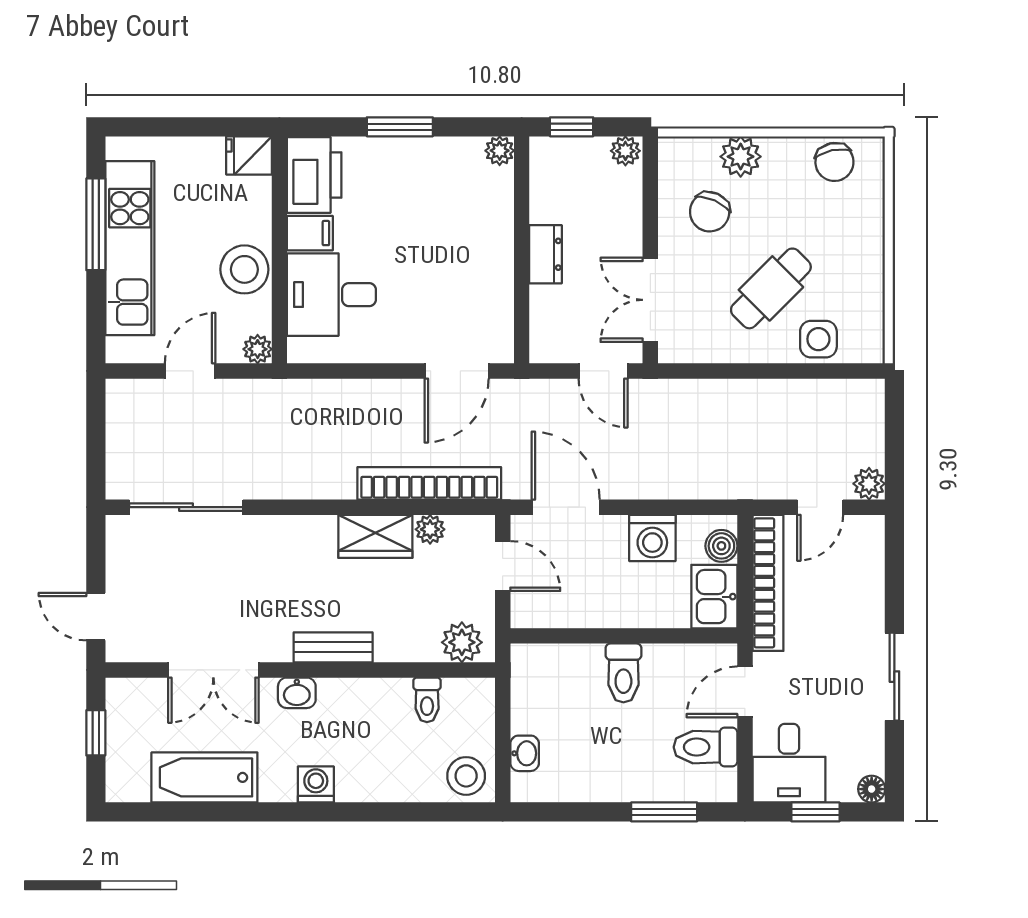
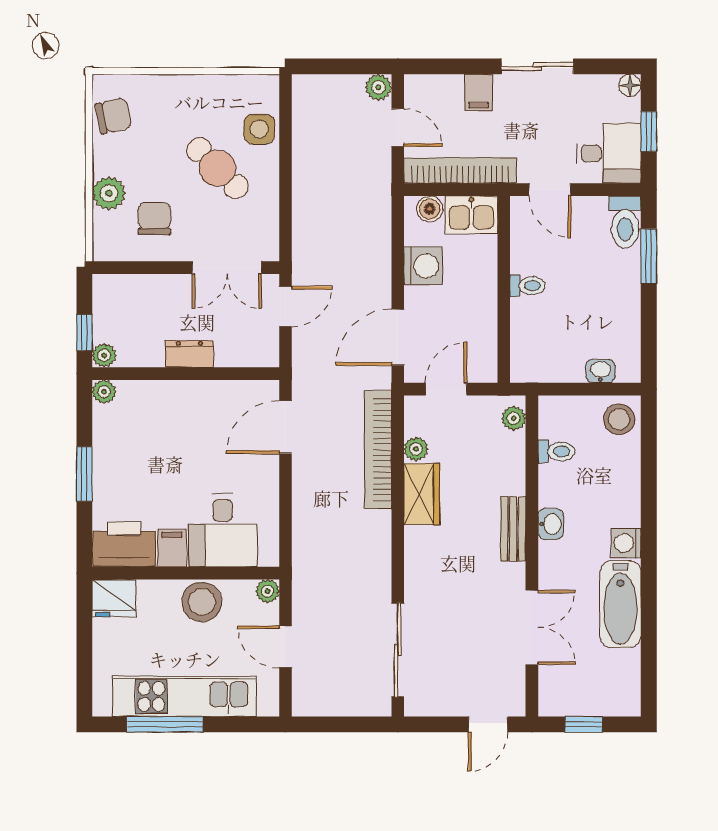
plant: (625, 151) -> (104, 355), moved
fridge: (249, 155) -> (114, 598), width x1.38
chair: (710, 212) -> (154, 219), turned -114
door: (457, 371) -> (285, 427), swing flipped
filing cabinet: (863, 605) -> (479, 93), added
plant: (462, 642) -> (514, 418), width x0.73, depth x0.73
toilet: (623, 673) -> (528, 286), width x0.73, depth x0.72
washbasin: (297, 693) -> (551, 524), moved
toilet: (706, 747) -> (625, 222), moved
bathtub: (204, 777) -> (620, 604), moved

